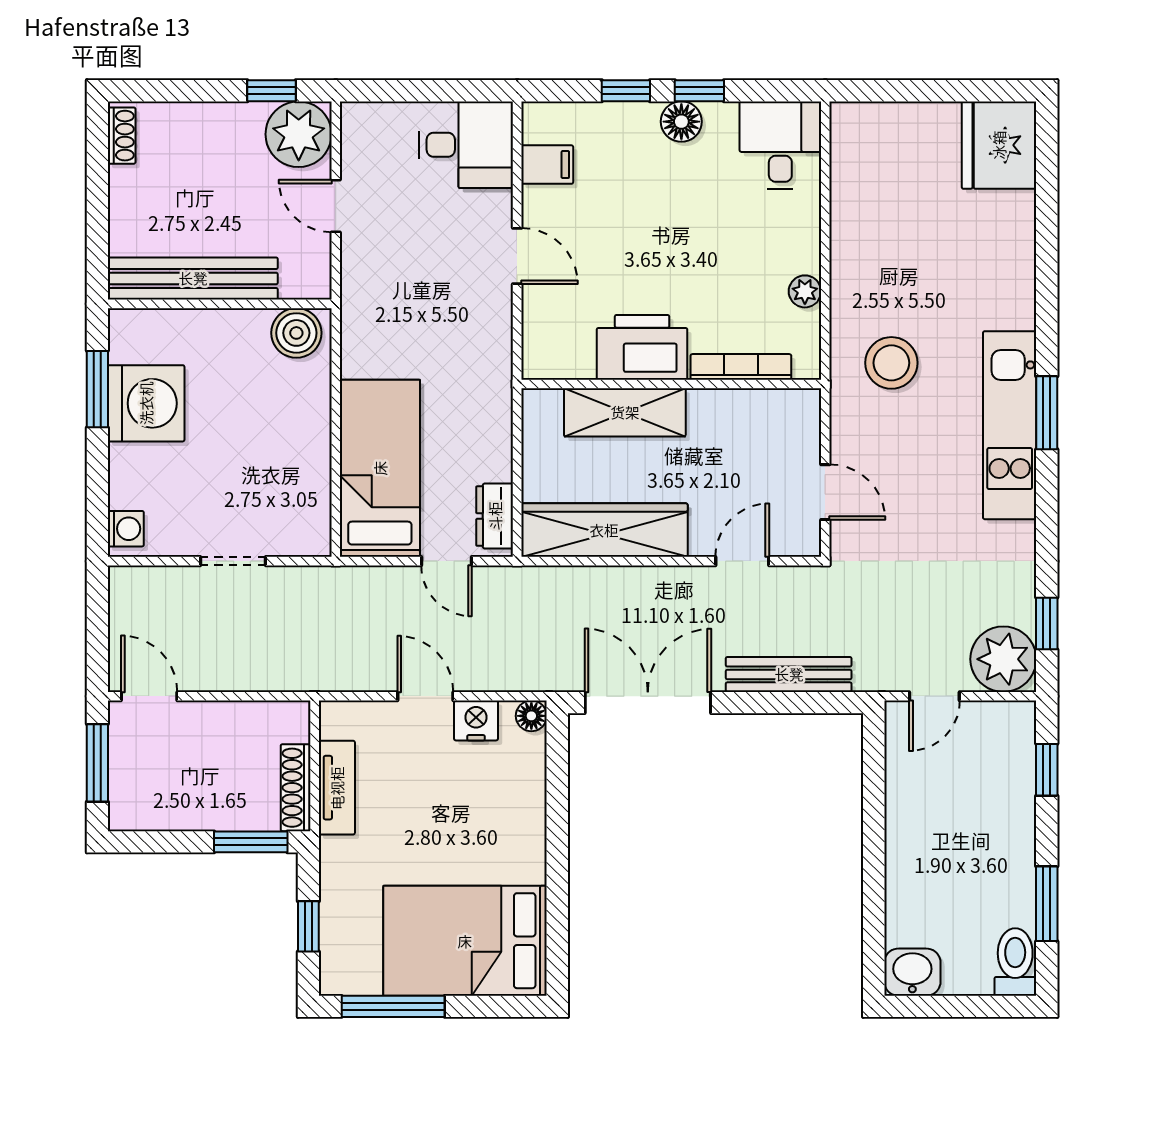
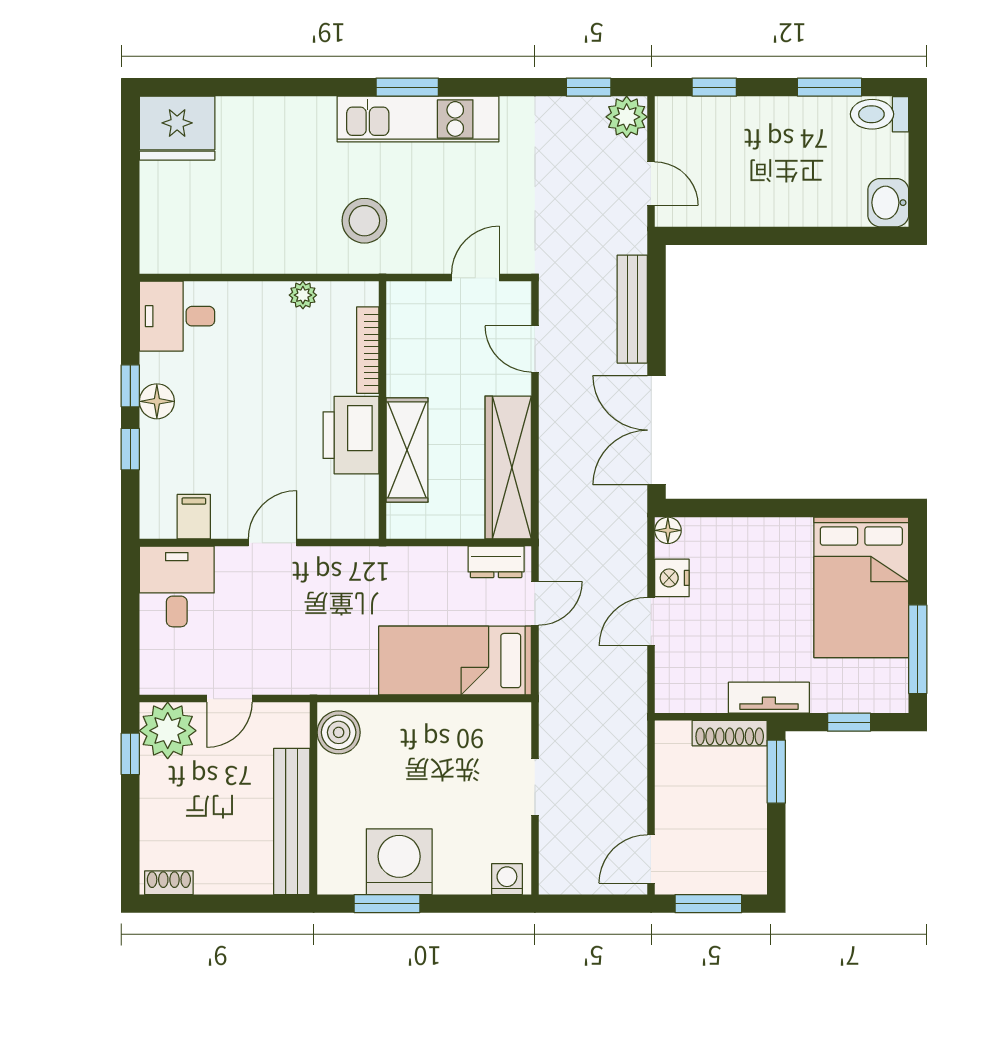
plant: (1003, 659) -> (627, 117), width x0.73, depth x0.73
tv unit: (337, 788) -> (769, 698), moved

